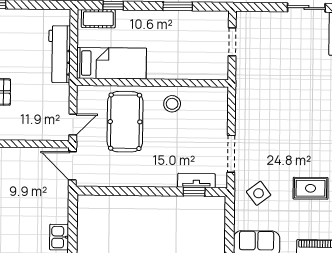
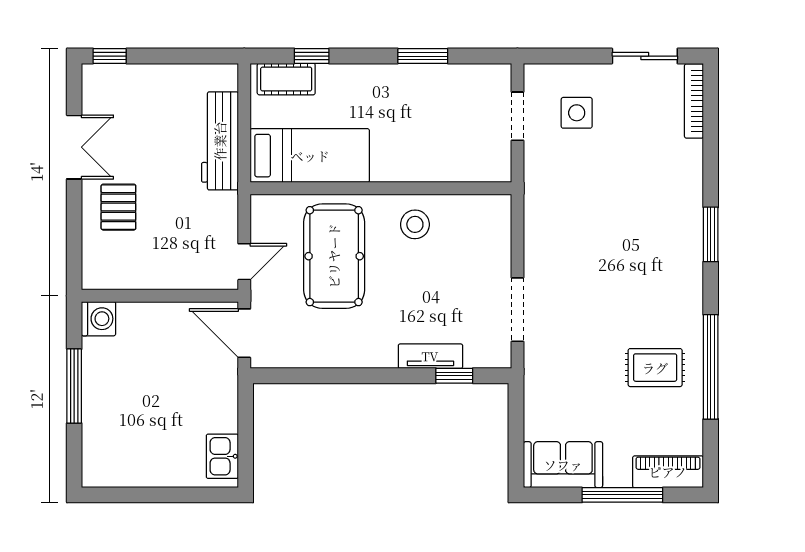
tv unit: (196, 180) -> (430, 356), moved
side table: (259, 193) -> (577, 113), moved, turned 37

